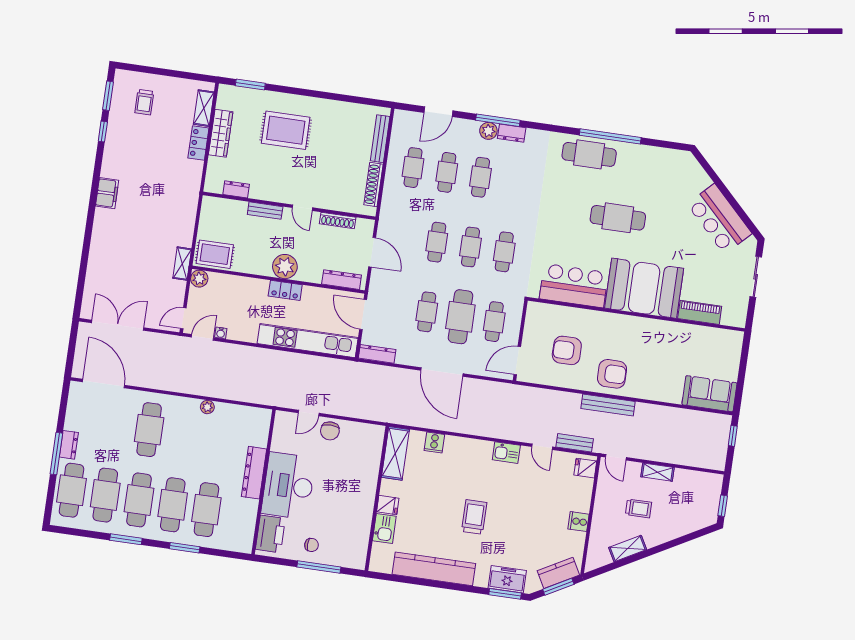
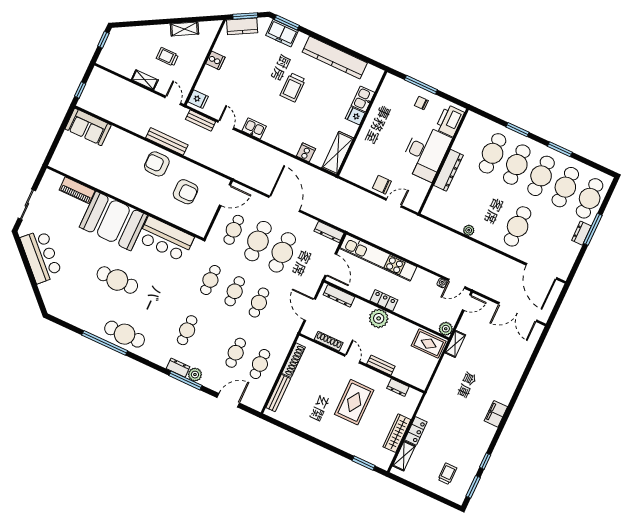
rug: (286, 130) -> (354, 402), moved, turned 90
cafe table: (481, 177) -> (187, 330), moved
cafe table: (427, 312) -> (282, 252), width x1.37, depth x1.35
chair: (330, 431) -> (382, 185), turned -90

